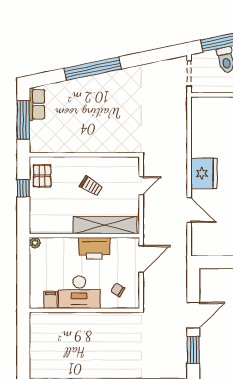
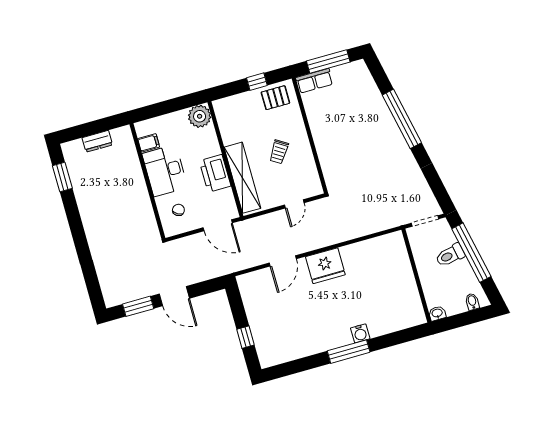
row of seats: (37, 104) -> (314, 81), moved
door: (141, 186) -> (294, 204), hinge flipped
plant: (35, 243) -> (200, 116), width x1.88, depth x1.88
dresser: (36, 345) -> (97, 141), added

